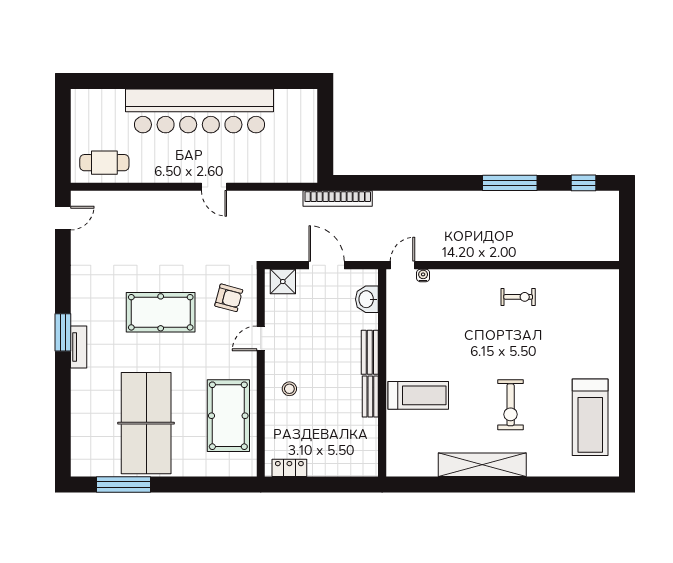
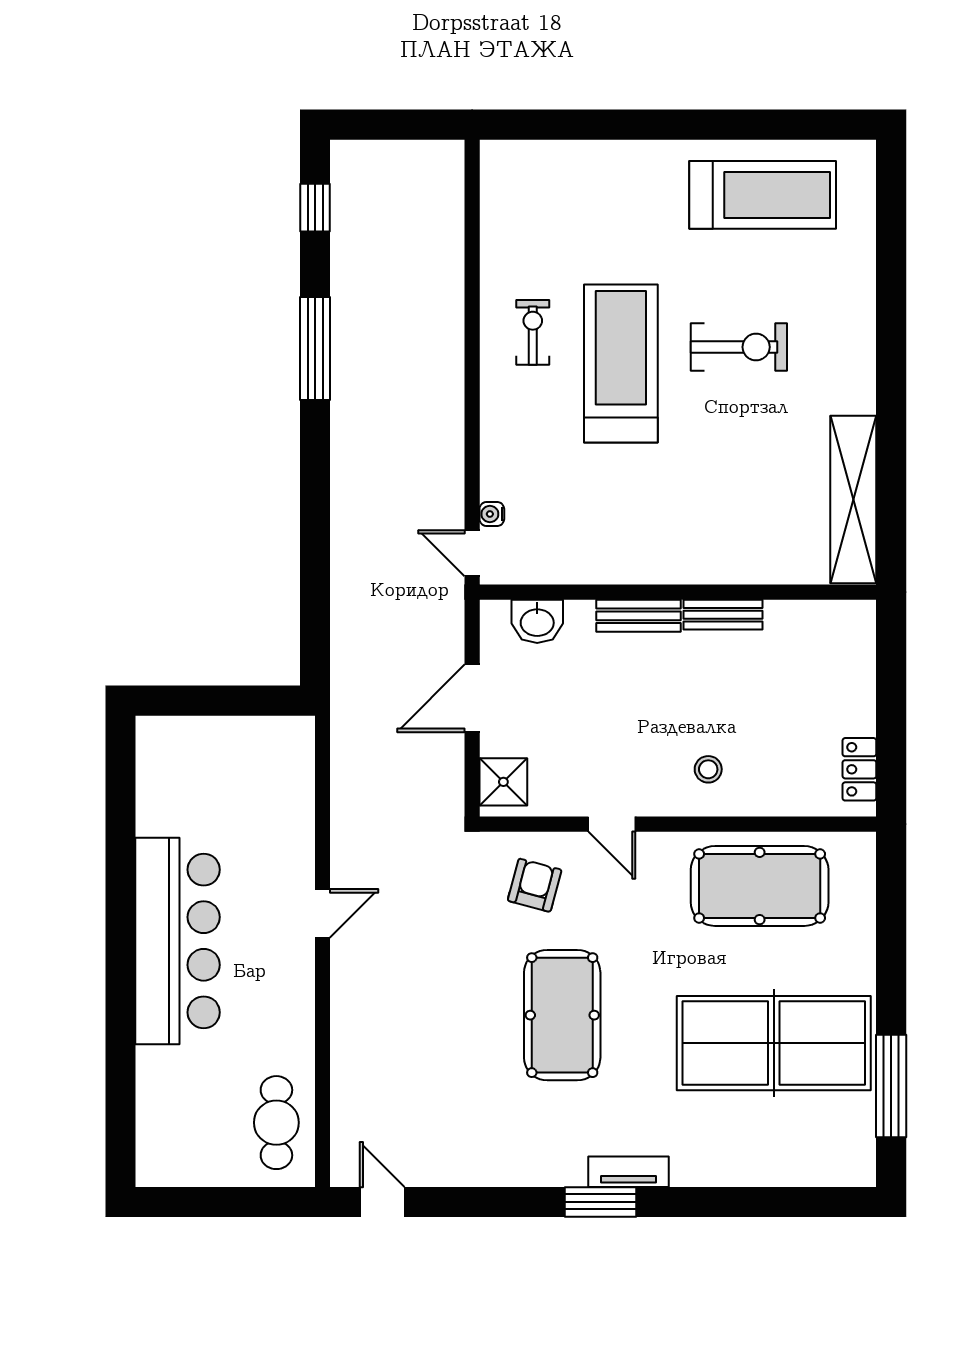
bar counter: (200, 111) -> (178, 941), width x0.73
bookcase: (338, 199) -> (345, 677), removed
treadmill: (418, 395) -> (621, 364), moved, width x1.37, depth x1.38
shelving: (482, 465) -> (853, 499), moved

